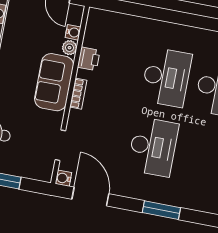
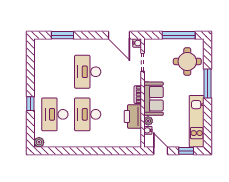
printer: (89, 59) -> (133, 116), width x1.87, depth x1.48
window: (161, 210) -> (62, 35), moved

